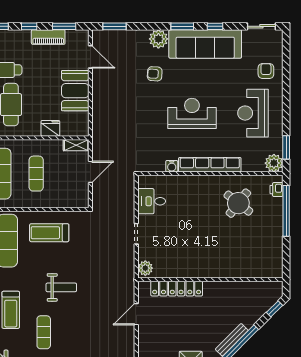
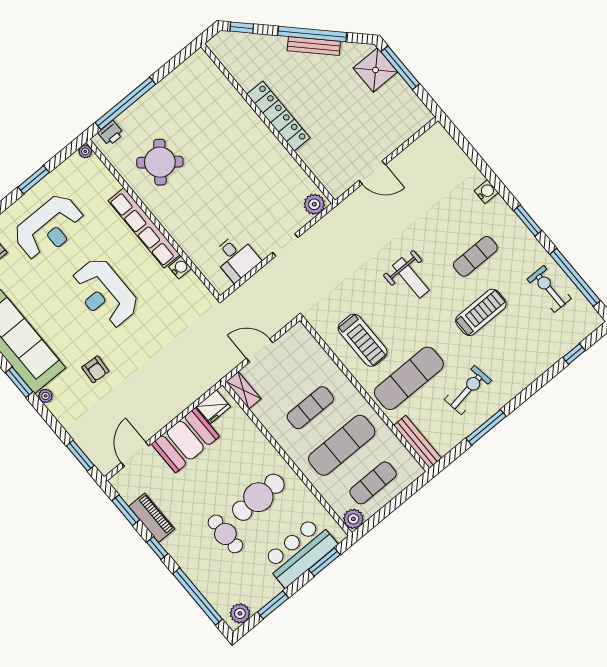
plant: (158, 39) -> (46, 396), width x0.53, depth x0.53
fridge: (50, 128) -> (213, 407), moved, turned -90
window: (286, 147) -> (34, 180), moved
plant: (274, 163) -> (85, 151), width x0.53, depth x0.53
weight bench: (61, 287) -> (411, 278), turned 180
locker: (177, 289) -> (278, 116), moved

